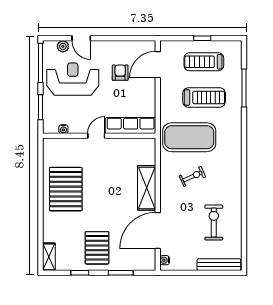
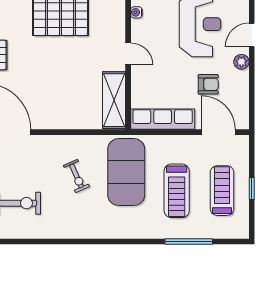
plant: (63, 46) -> (241, 62), moved
row of seats: (131, 126) -> (163, 119), moved, turned -90
shelving: (147, 188) -> (114, 100), moved, turned 90

